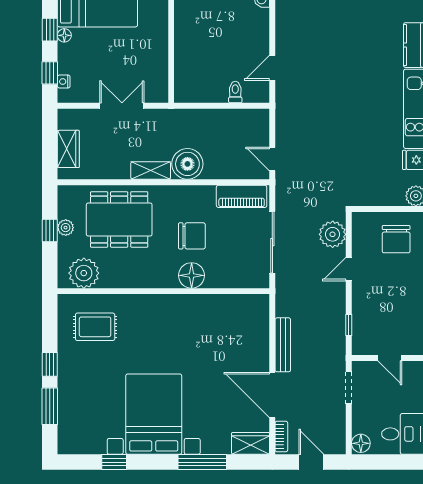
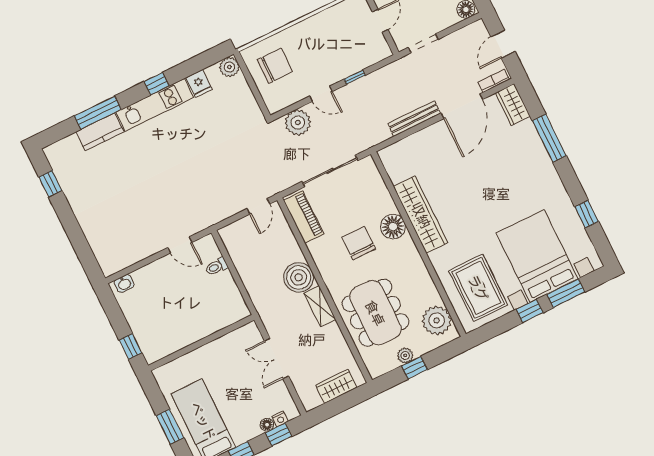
floor lamp: (64, 35) -> (267, 425), moved
wardrobe: (190, 307) -> (421, 215), added
window: (349, 325) -> (355, 77), moved
rug: (95, 327) -> (478, 288), width x1.36, depth x1.43
bed with nightstands: (154, 414) -> (537, 256), moved, turned 90

